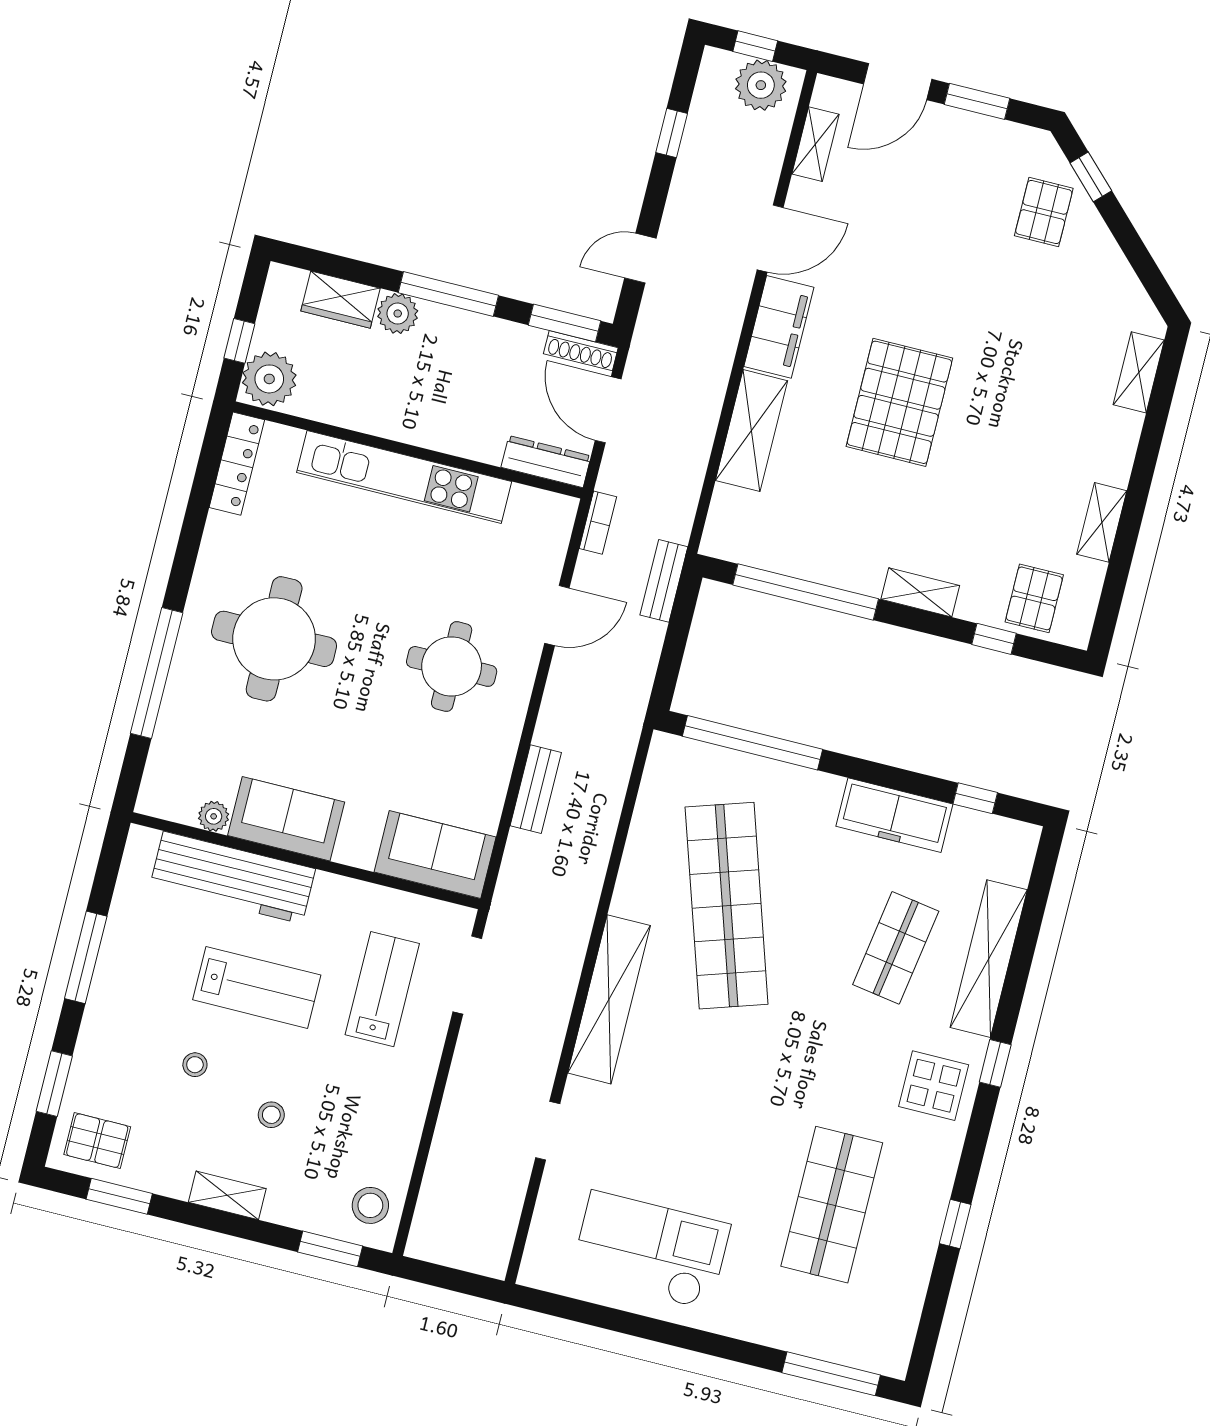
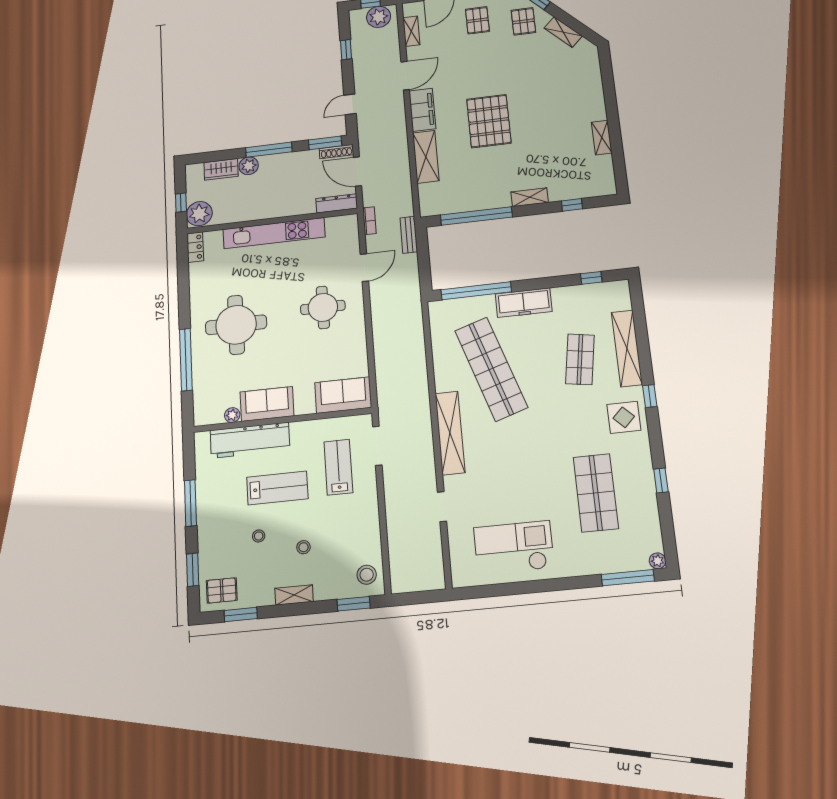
shelving: (1139, 372) -> (563, 32), moved, turned -45
locker: (237, 464) -> (195, 247), width x0.66
pallet: (1034, 598) -> (477, 20), moved
bench: (536, 789) -> (381, 348), removed
freezer: (894, 815) -> (524, 303), moved
plant: (894, 1363) -> (658, 561), added

